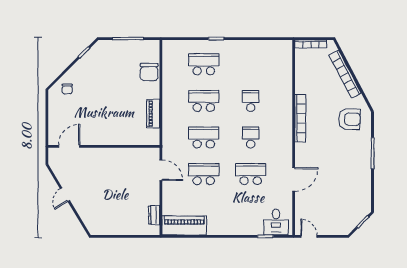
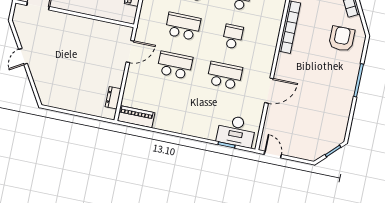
armchair: (350, 119) -> (342, 39), turned -92
door: (161, 170) -> (130, 52), hinge flipped
desk: (276, 222) -> (236, 131), width x1.37
piano: (184, 226) -> (136, 117), width x0.73, depth x0.75

